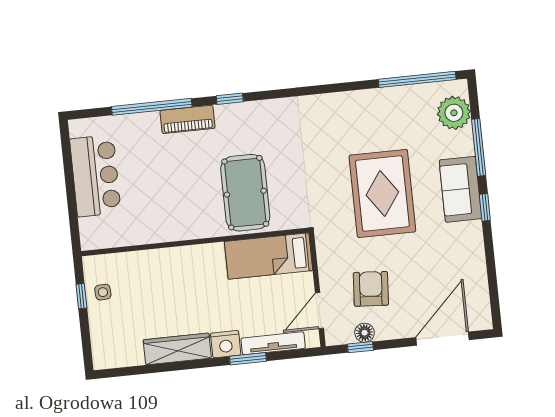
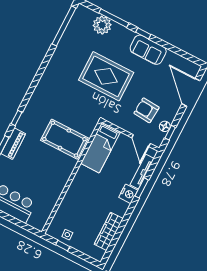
plant: (454, 113) -> (102, 25), moved
sofa: (460, 189) -> (148, 50), moved
wardrobe: (177, 349) -> (109, 231), moved

